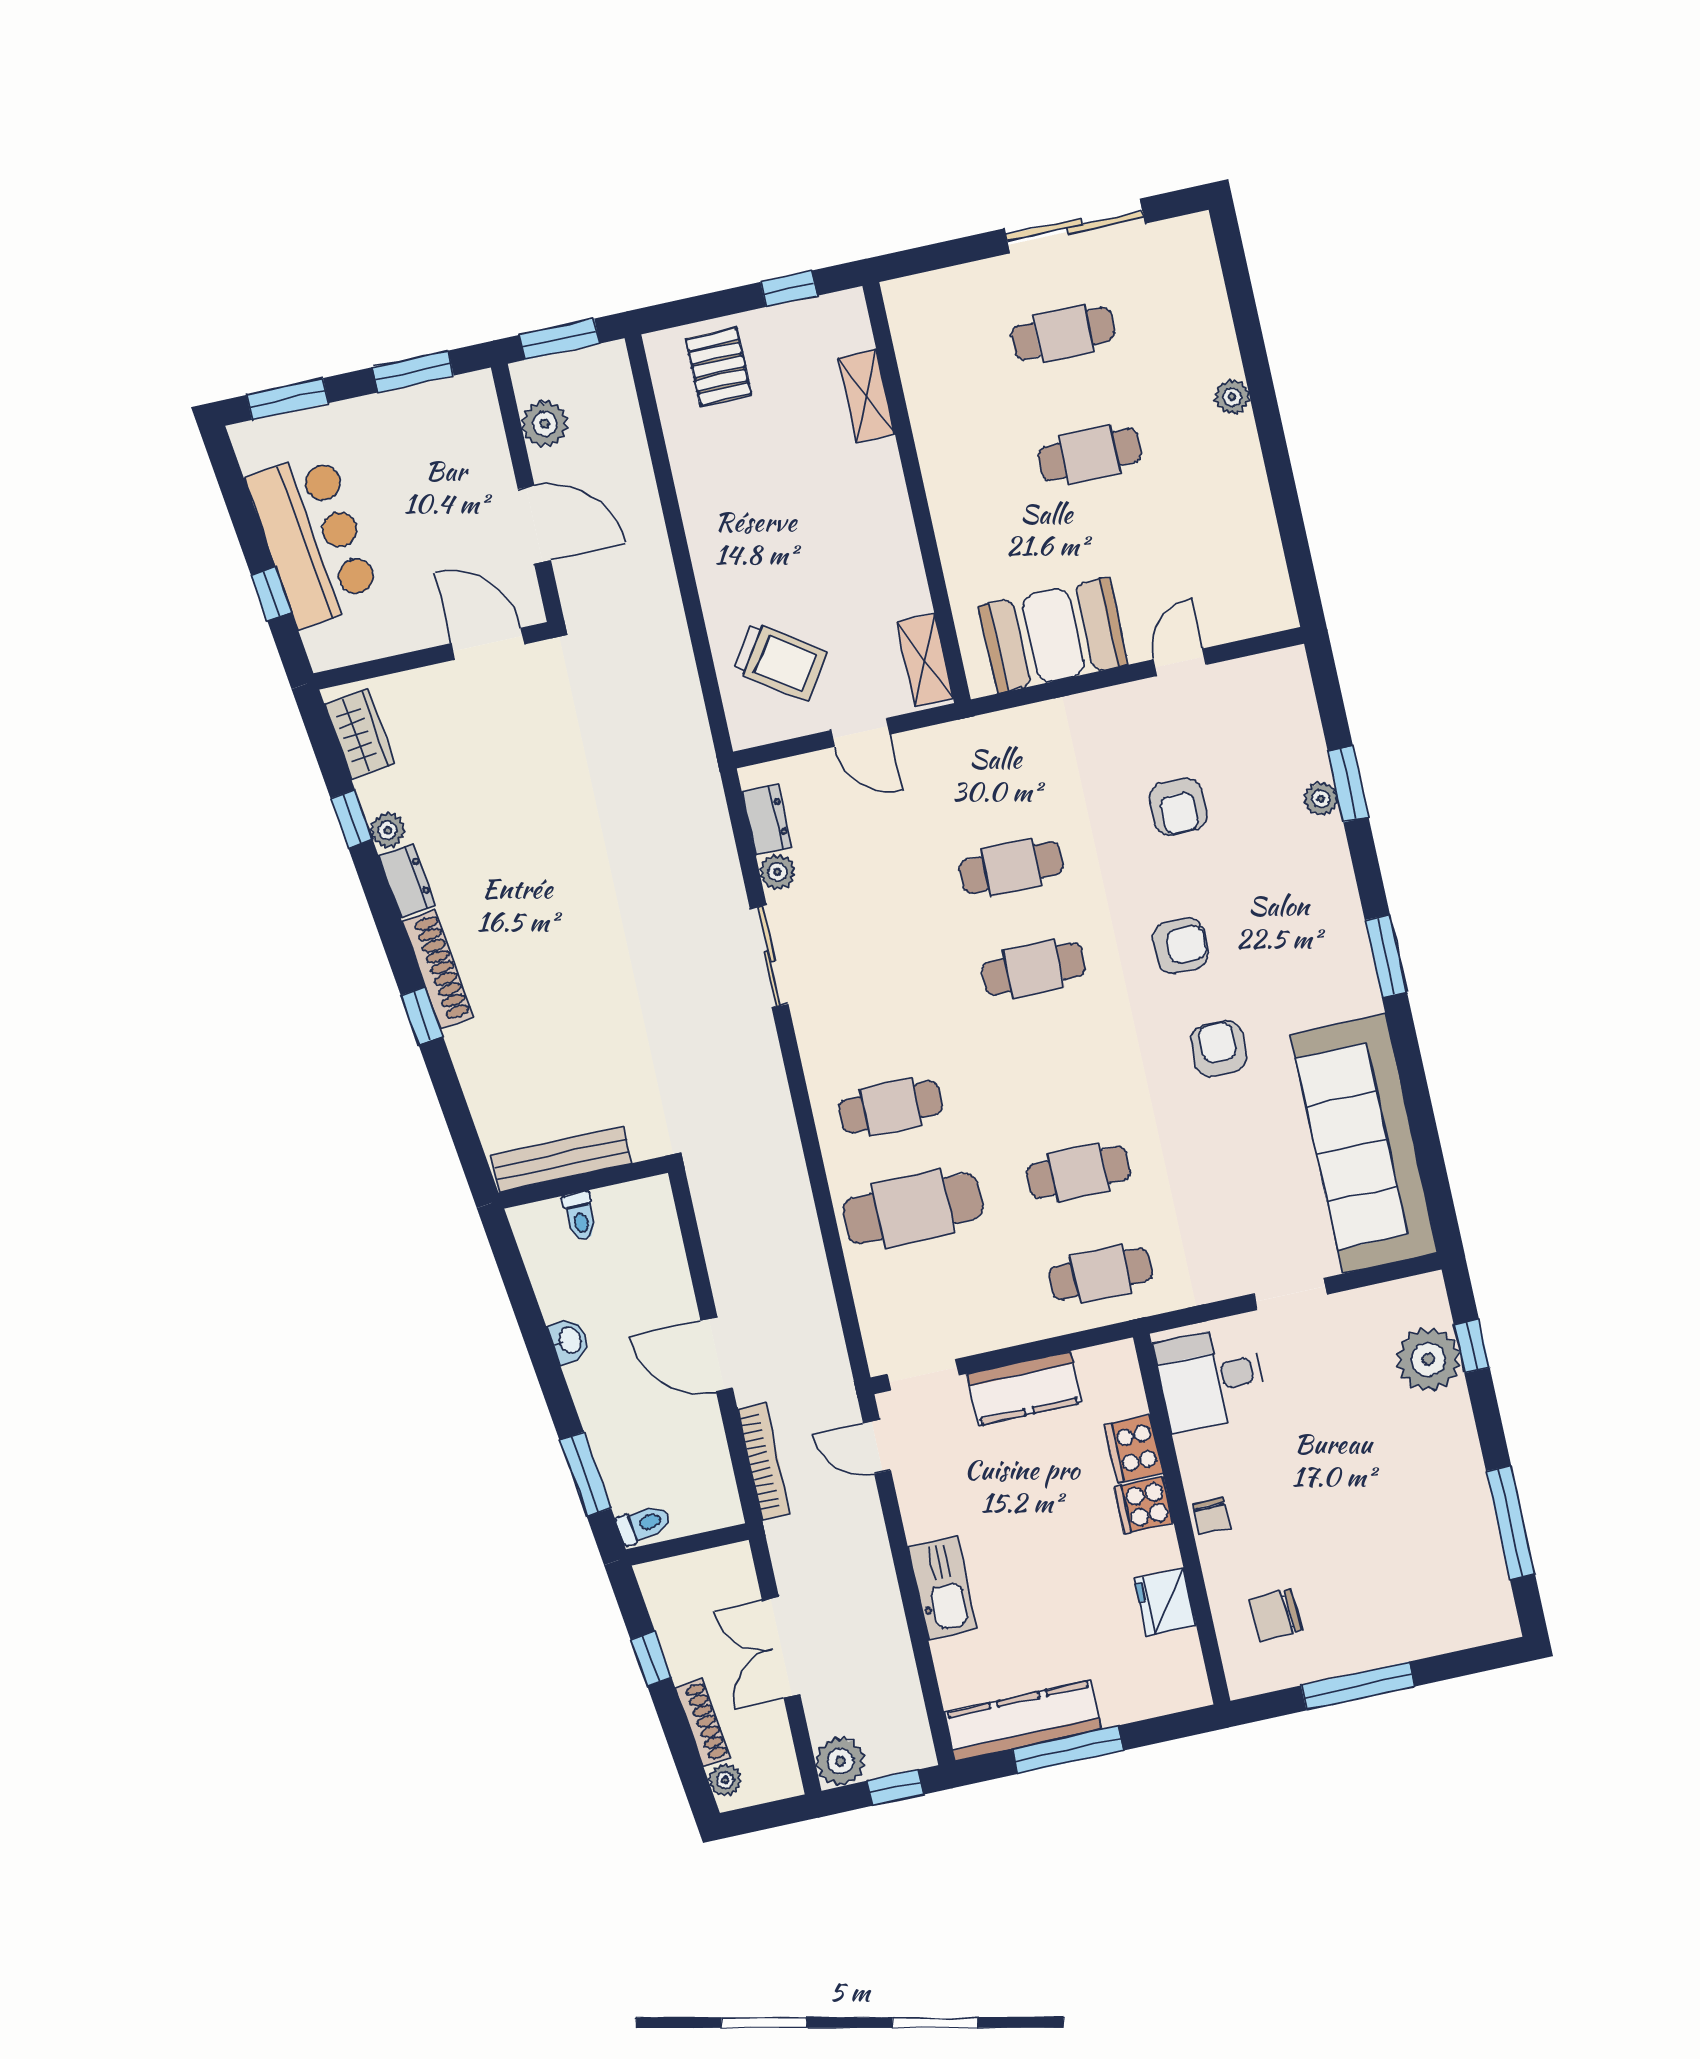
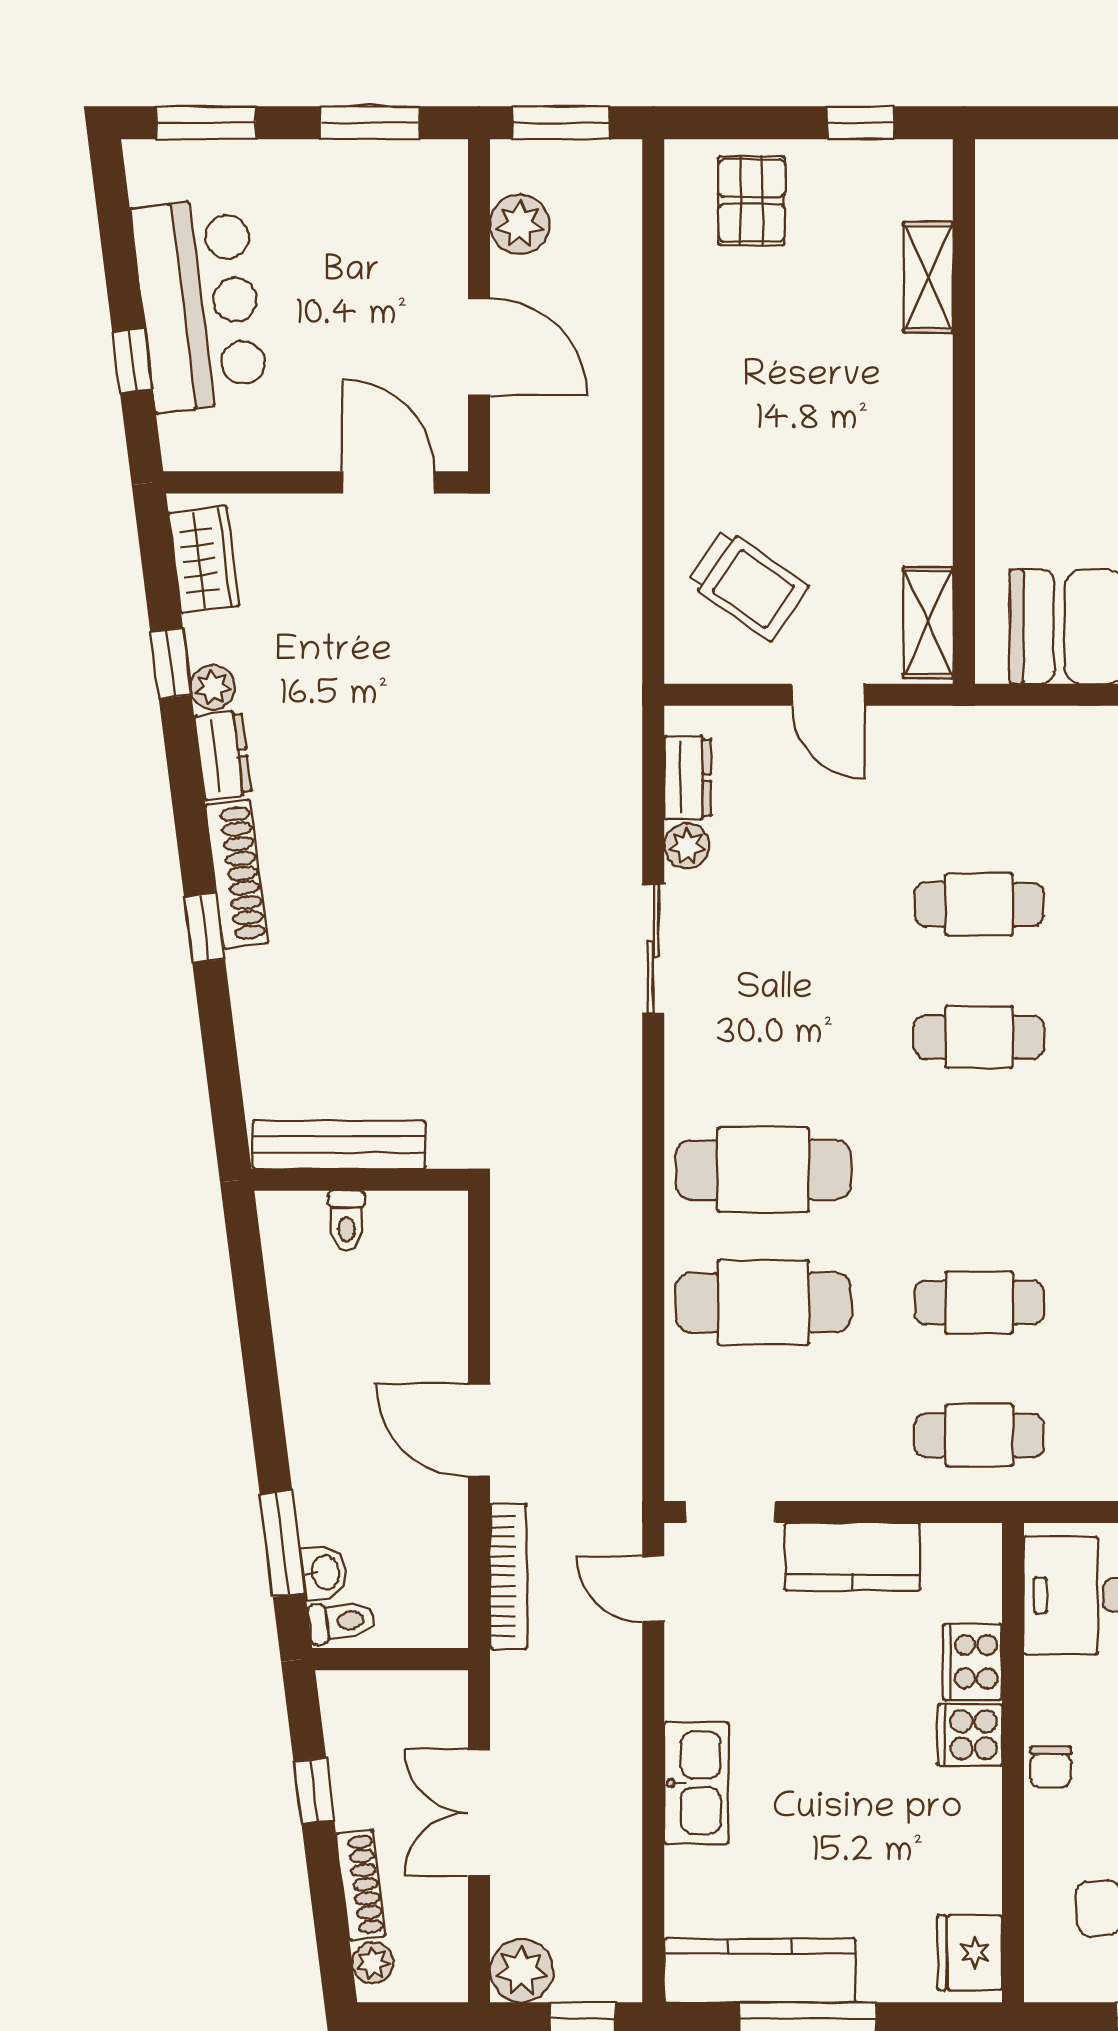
cafe table: (891, 1107) -> (763, 1170), width x1.37, depth x1.35
washbasin: (569, 1341) -> (324, 1572), moved
fridge: (1165, 1602) -> (970, 1953), moved

